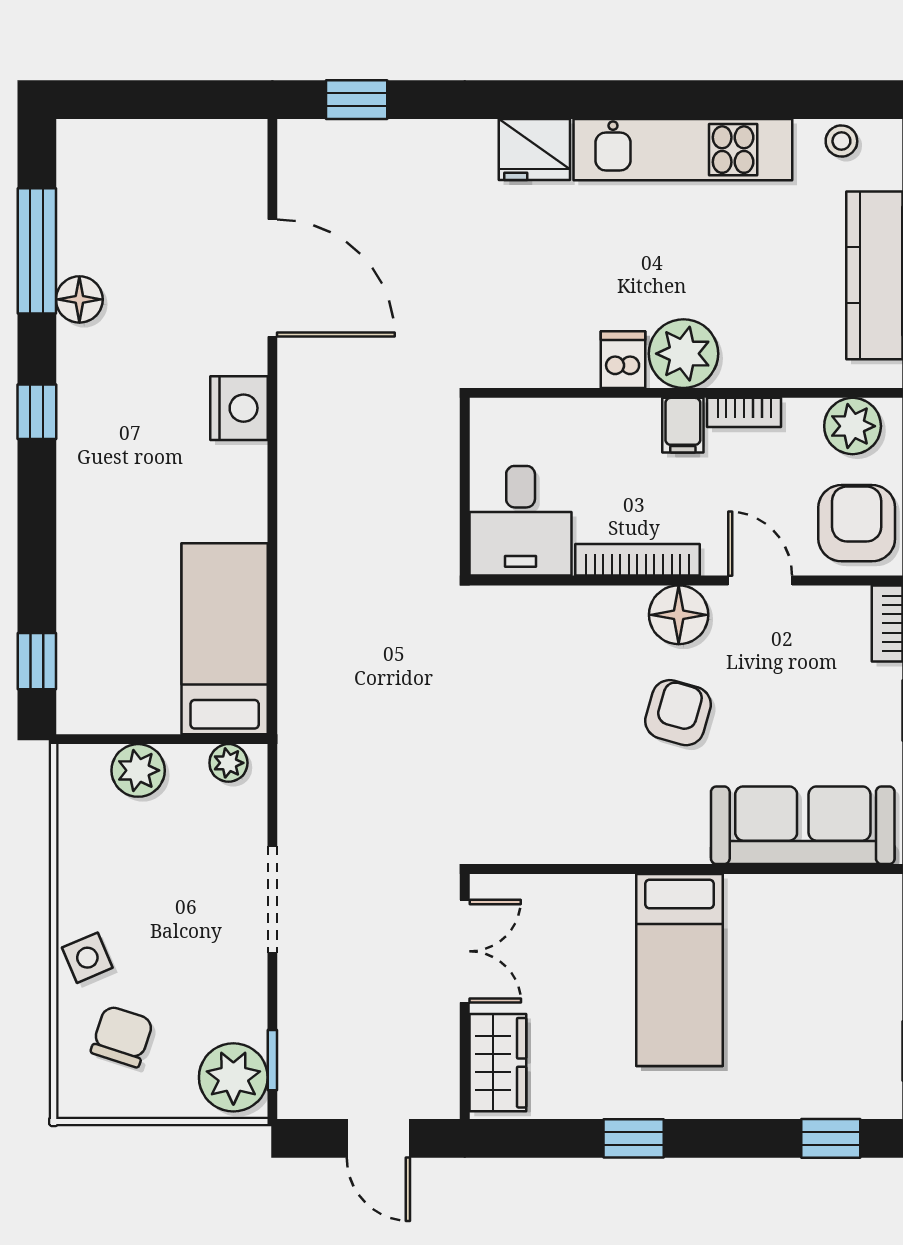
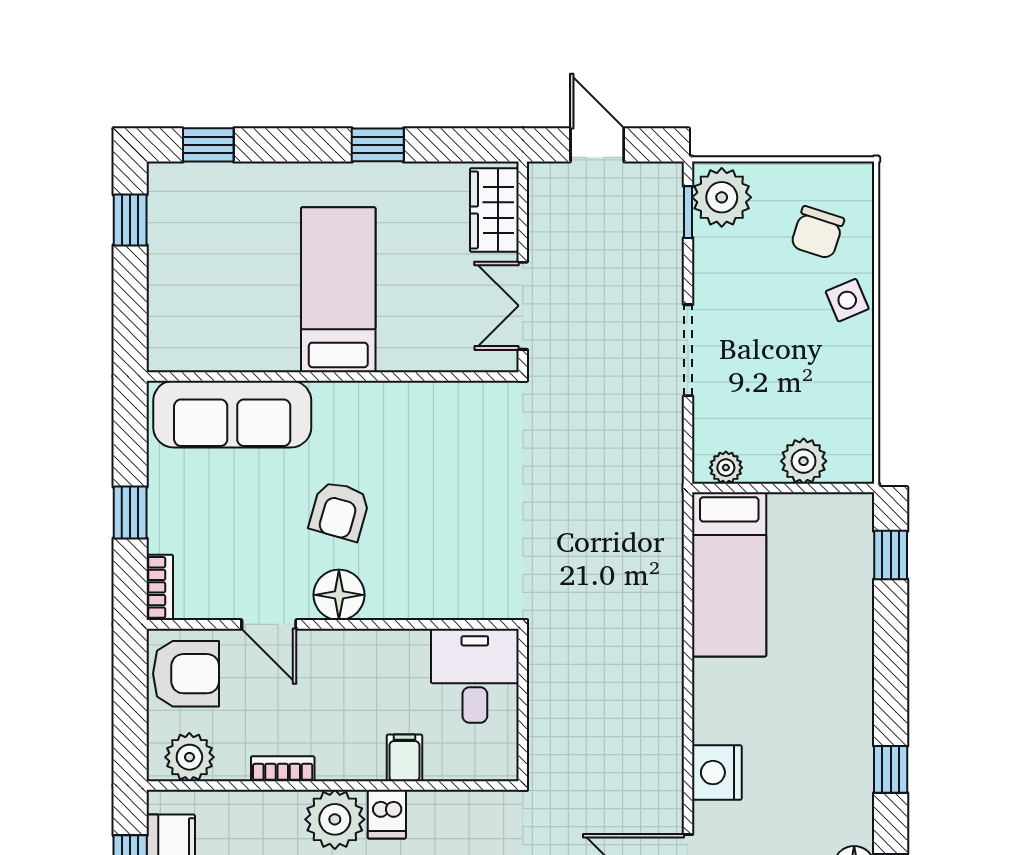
filing cabinet: (683, 425) -> (404, 758), moved
armchair: (857, 523) -> (186, 674), turned -90
bookcase: (637, 560) -> (374, 642), removed

